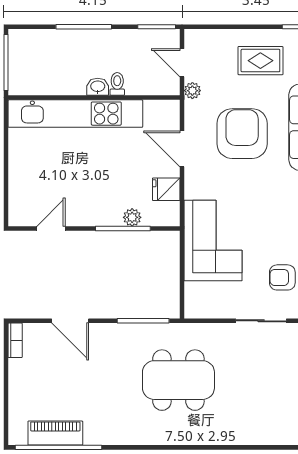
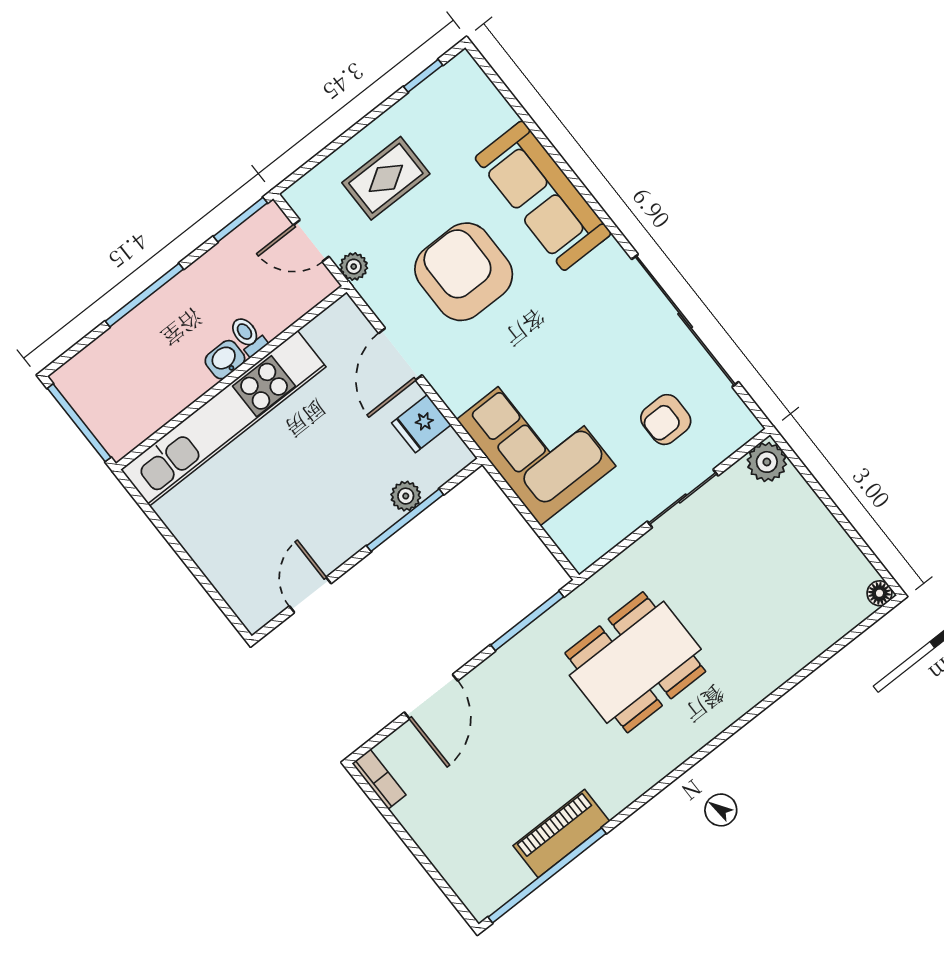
rug: (260, 61) -> (386, 178), moved
door: (182, 149) -> (400, 354), hinge flipped
door: (70, 321) -> (431, 697), hinge flipped
piano: (55, 433) -> (561, 833), moved

